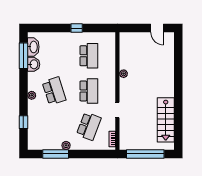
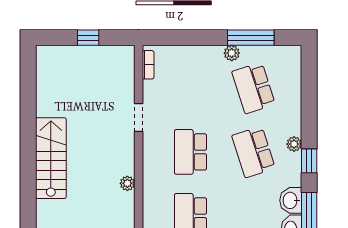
stairs: (166, 120) -> (51, 158), moved
window: (23, 122) -> (309, 161), moved
school desk: (89, 126) -> (254, 88), moved, turned -39
window: (145, 154) -> (88, 38), width x0.32

